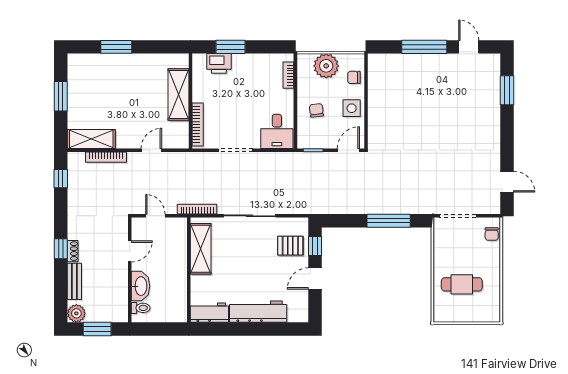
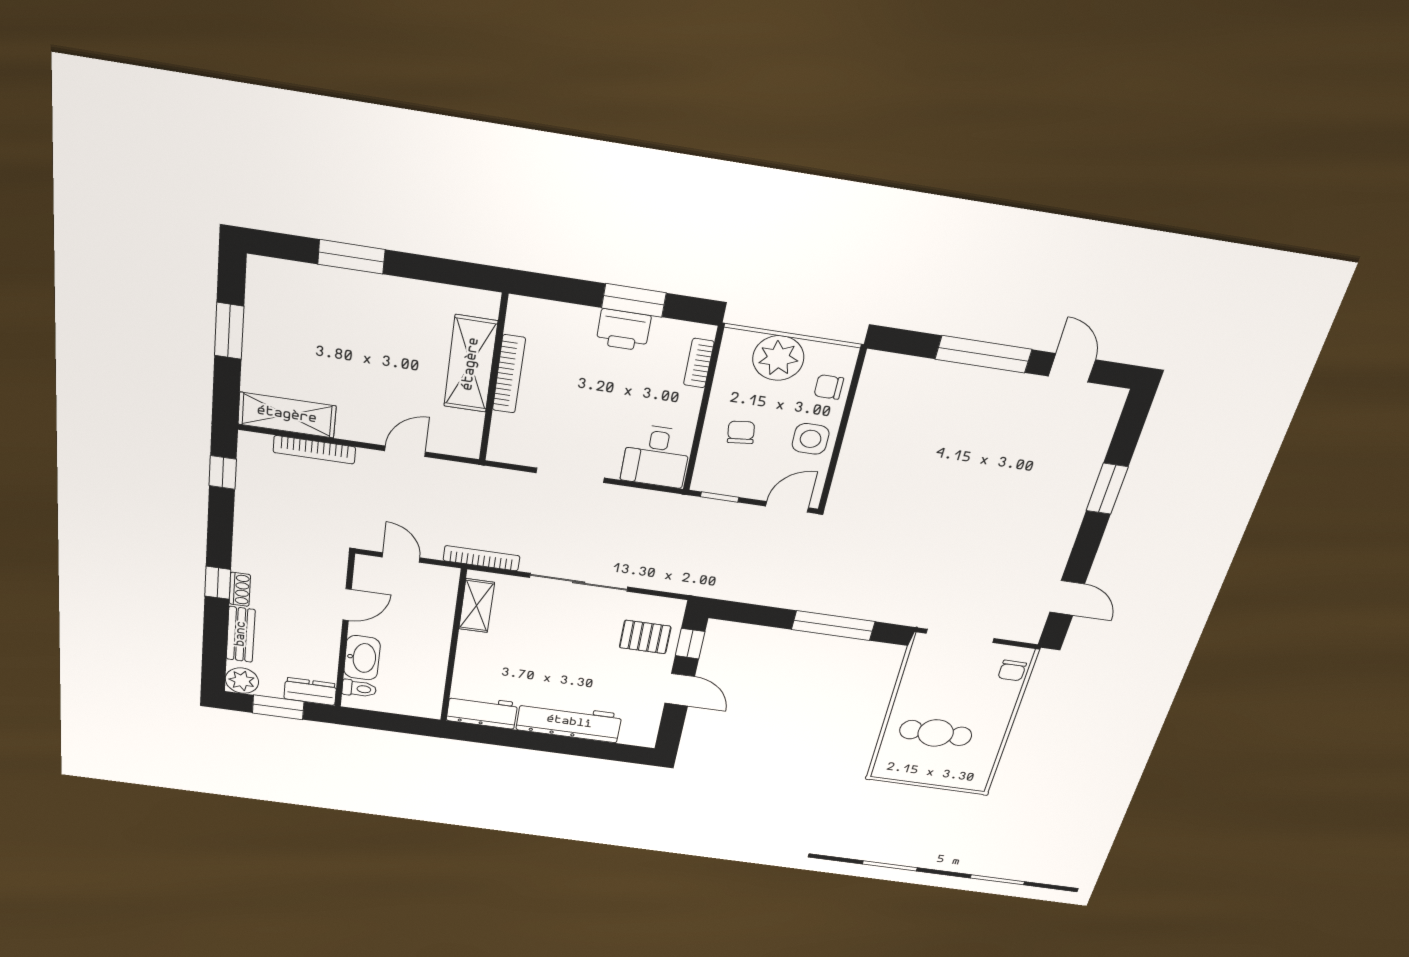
window: (230, 47) -> (634, 300), moved
printer: (219, 63) -> (624, 330), moved
window: (507, 90) -> (1107, 489), moved
bookcase: (198, 124) -> (509, 374), moved
shelving: (201, 249) -> (477, 606), width x0.67, depth x0.75
door: (315, 278) -> (680, 690), swing flipped
dresser: (114, 315) -> (310, 691), added

